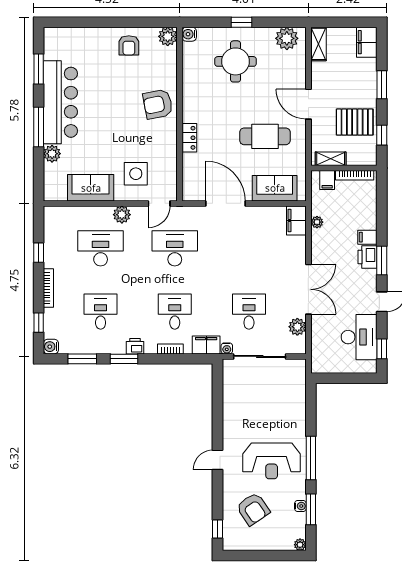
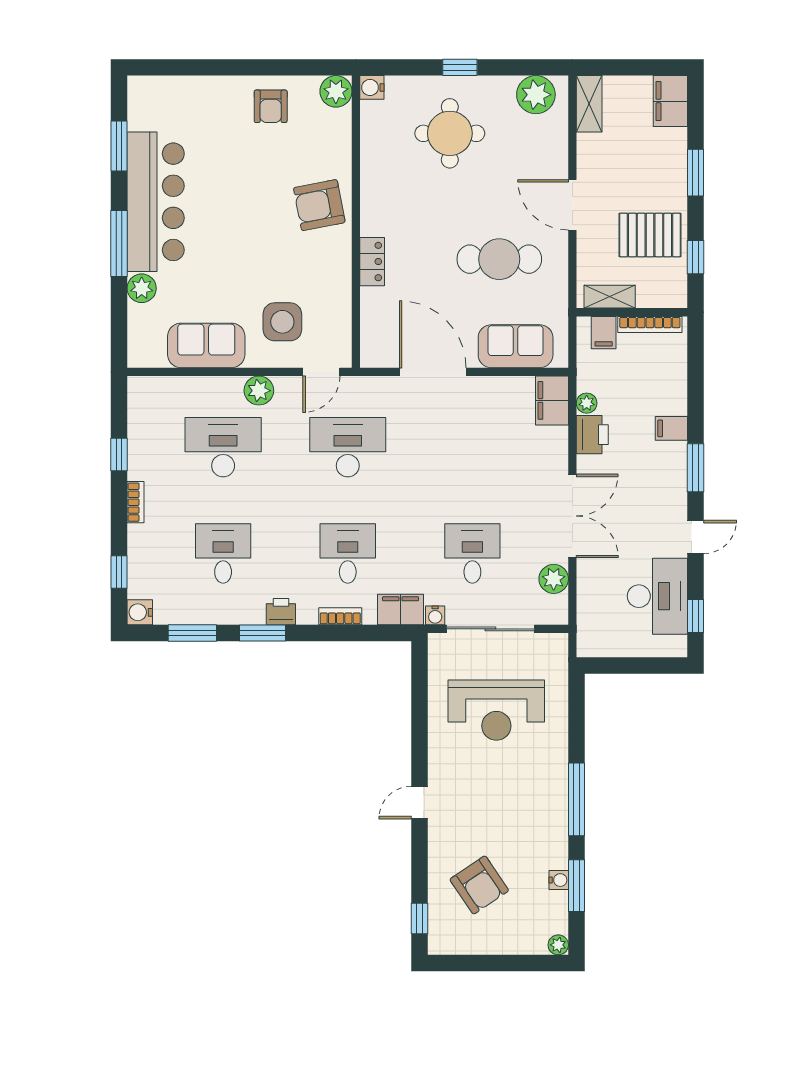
printer: (368, 257) -> (592, 435), moved, turned 180
bookcase: (48, 288) -> (135, 502), width x0.64
reception desk: (272, 461) -> (496, 710), moved

